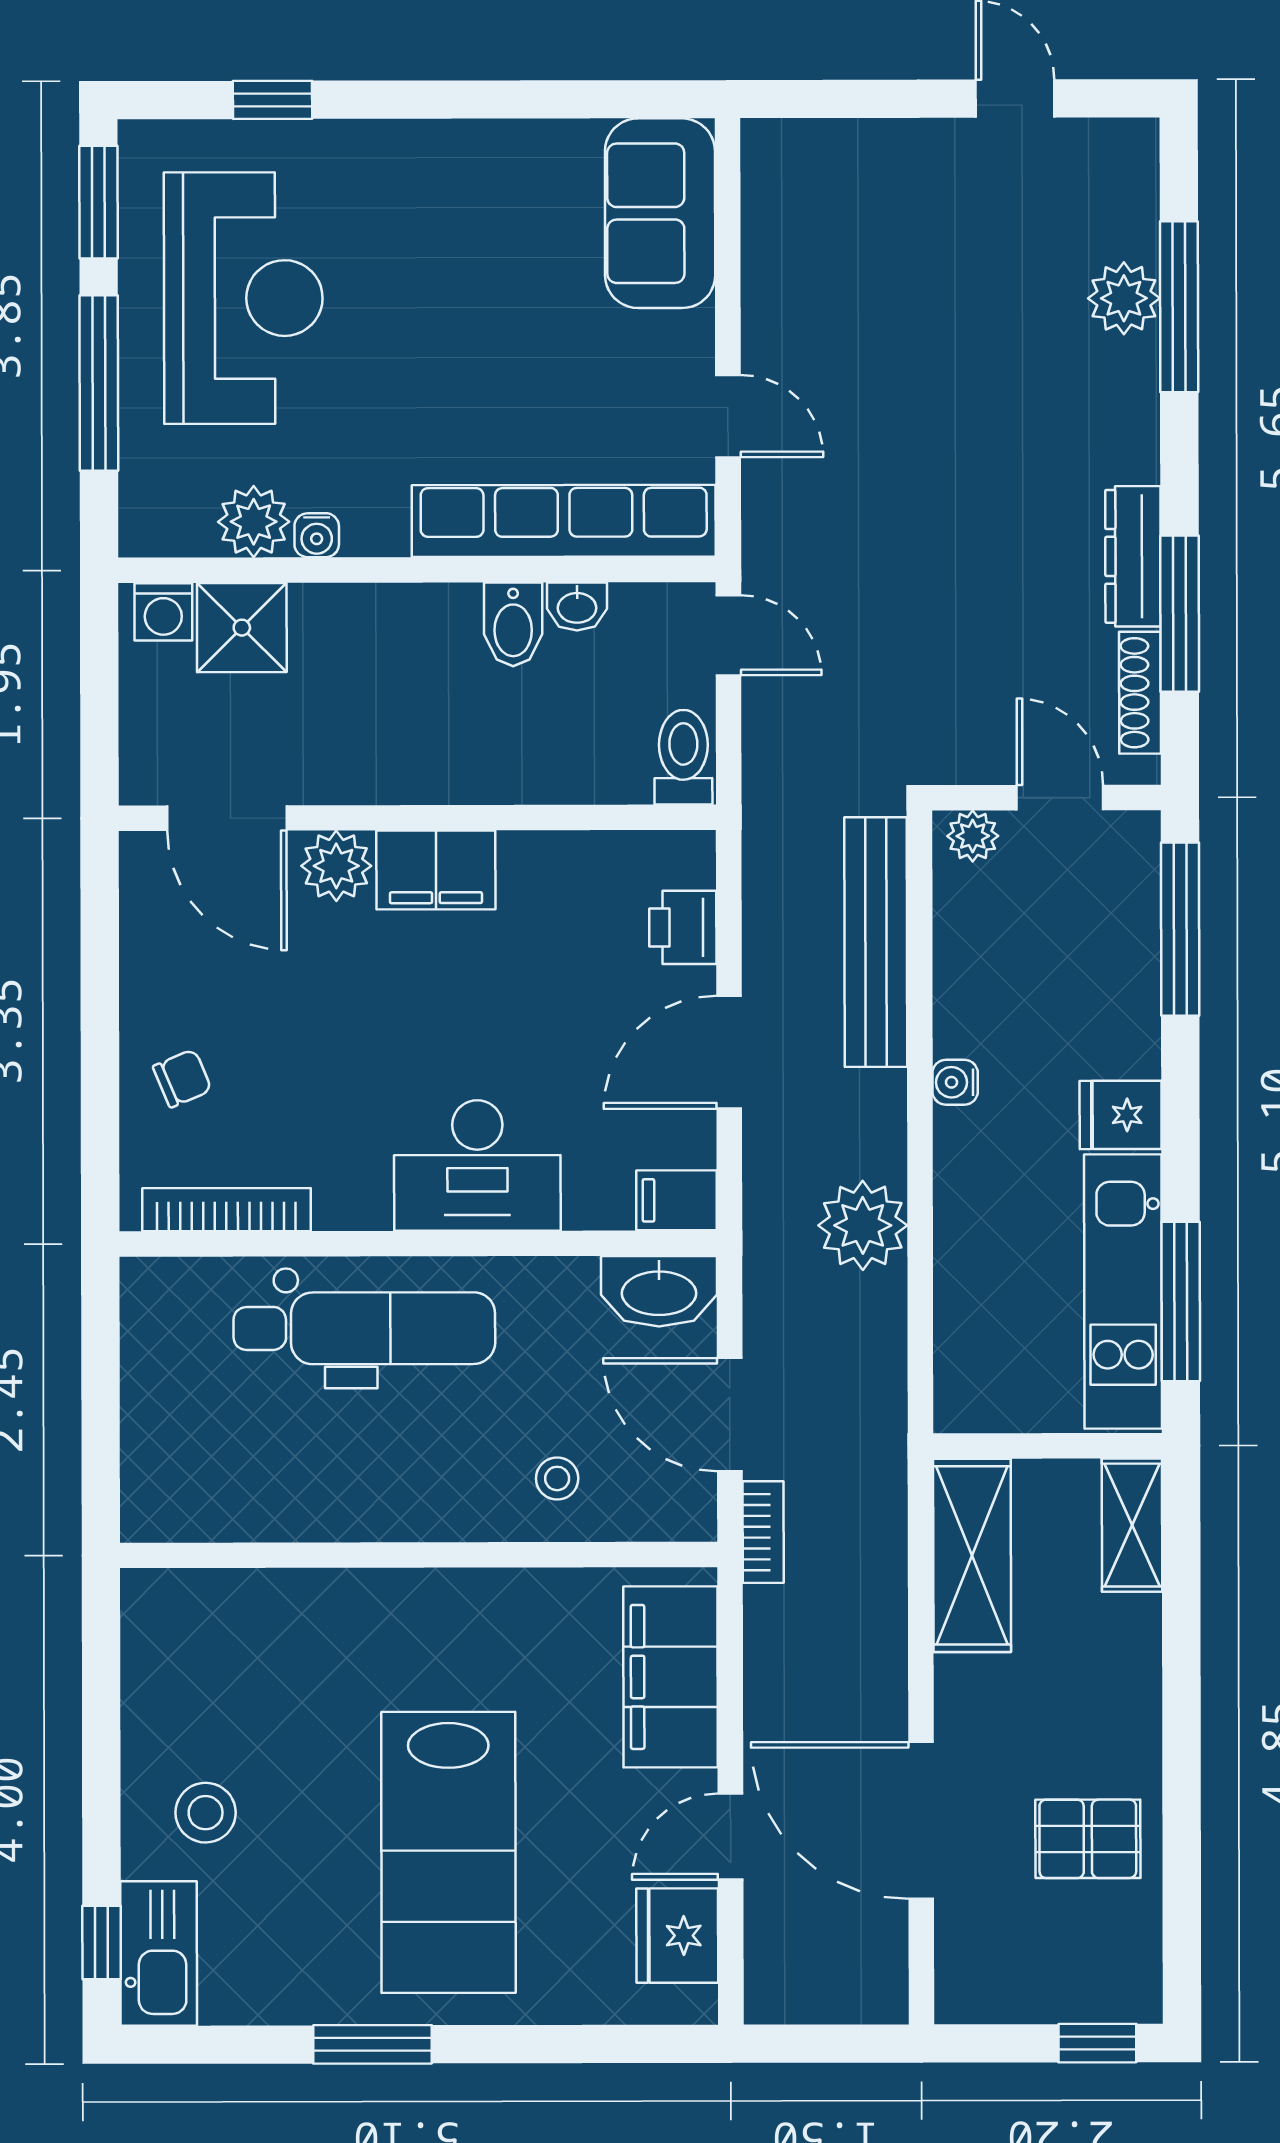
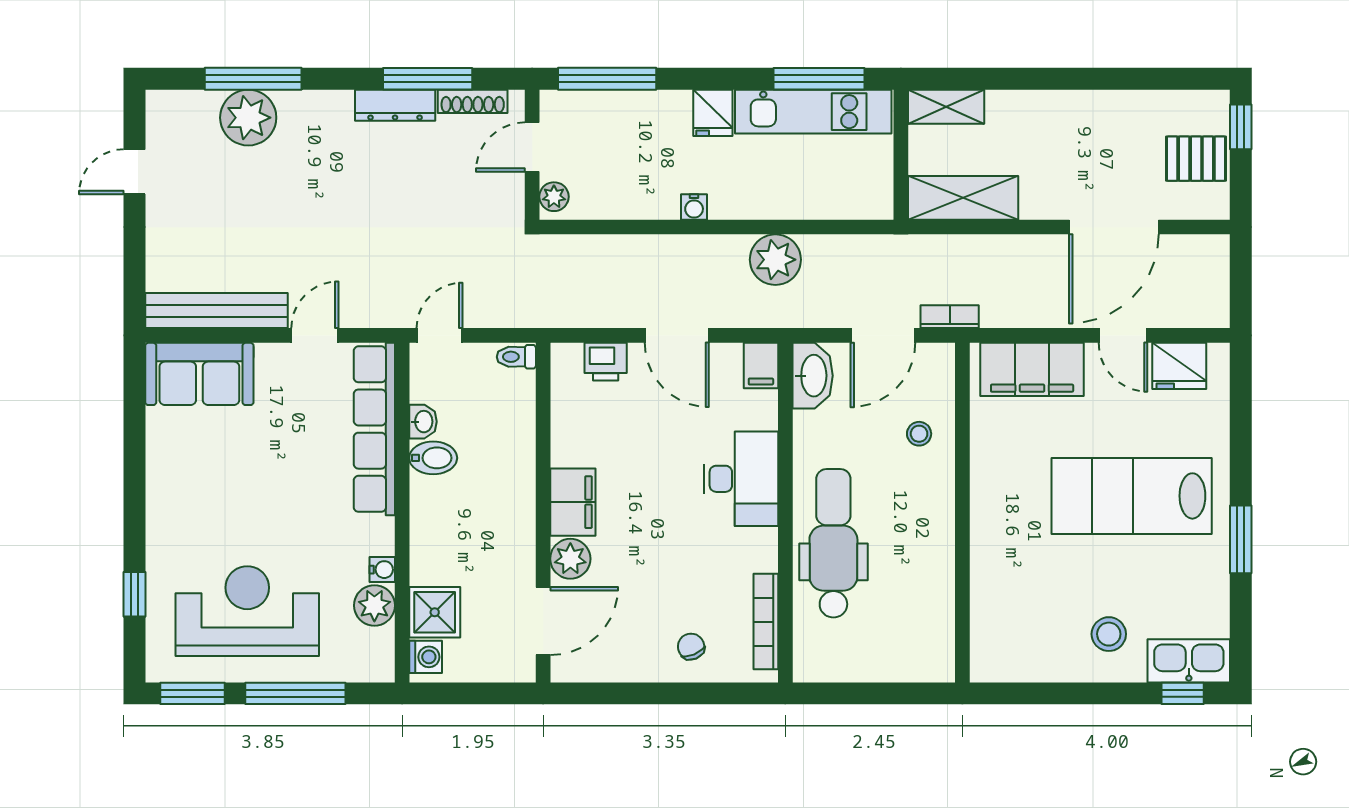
plant: (1124, 298) -> (248, 118), width x1.36, depth x1.36
toilet: (683, 757) -> (516, 357), width x0.73, depth x0.72
bench: (876, 942) -> (216, 311), moved
pallet: (1088, 1839) -> (1196, 159), moved, turned 90
lab bench: (448, 1852) -> (1132, 496), turned 180

